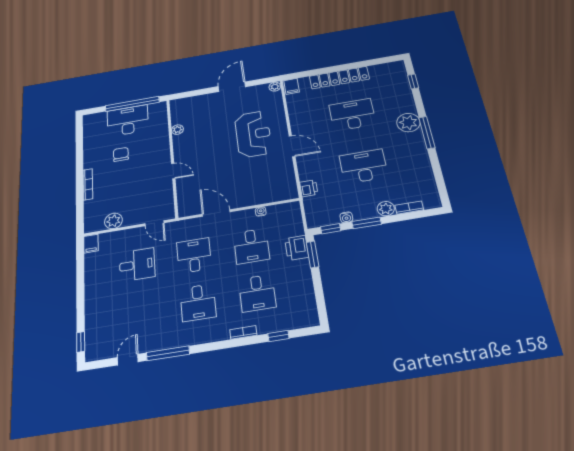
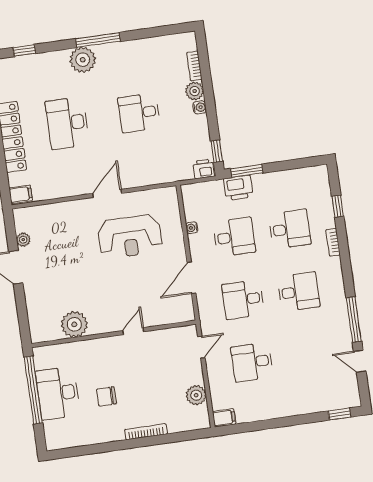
plant: (275, 87) -> (23, 240), moved
plant: (177, 130) -> (74, 324), width x1.87, depth x1.87
reception desk: (253, 134) -> (130, 237), moved, turned 180
desk: (364, 166) -> (139, 113), width x0.73
printer: (309, 188) -> (204, 169), moved
water cooler: (346, 217) -> (200, 107), moved
window: (367, 223) -> (211, 112), removed
desk: (137, 265) -> (252, 362), turned -90

